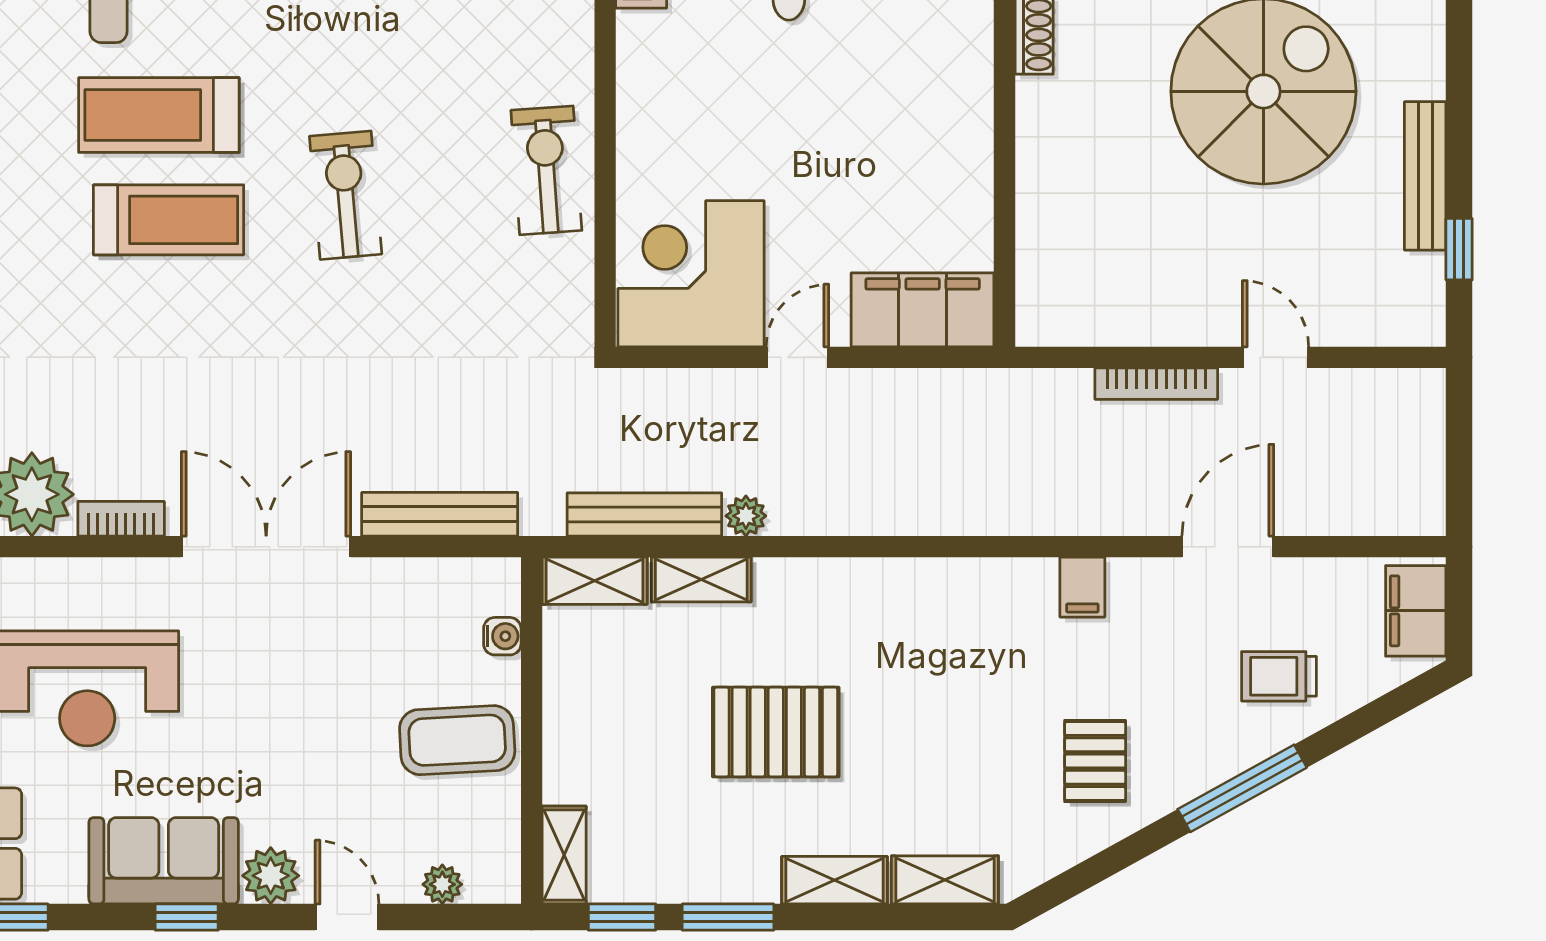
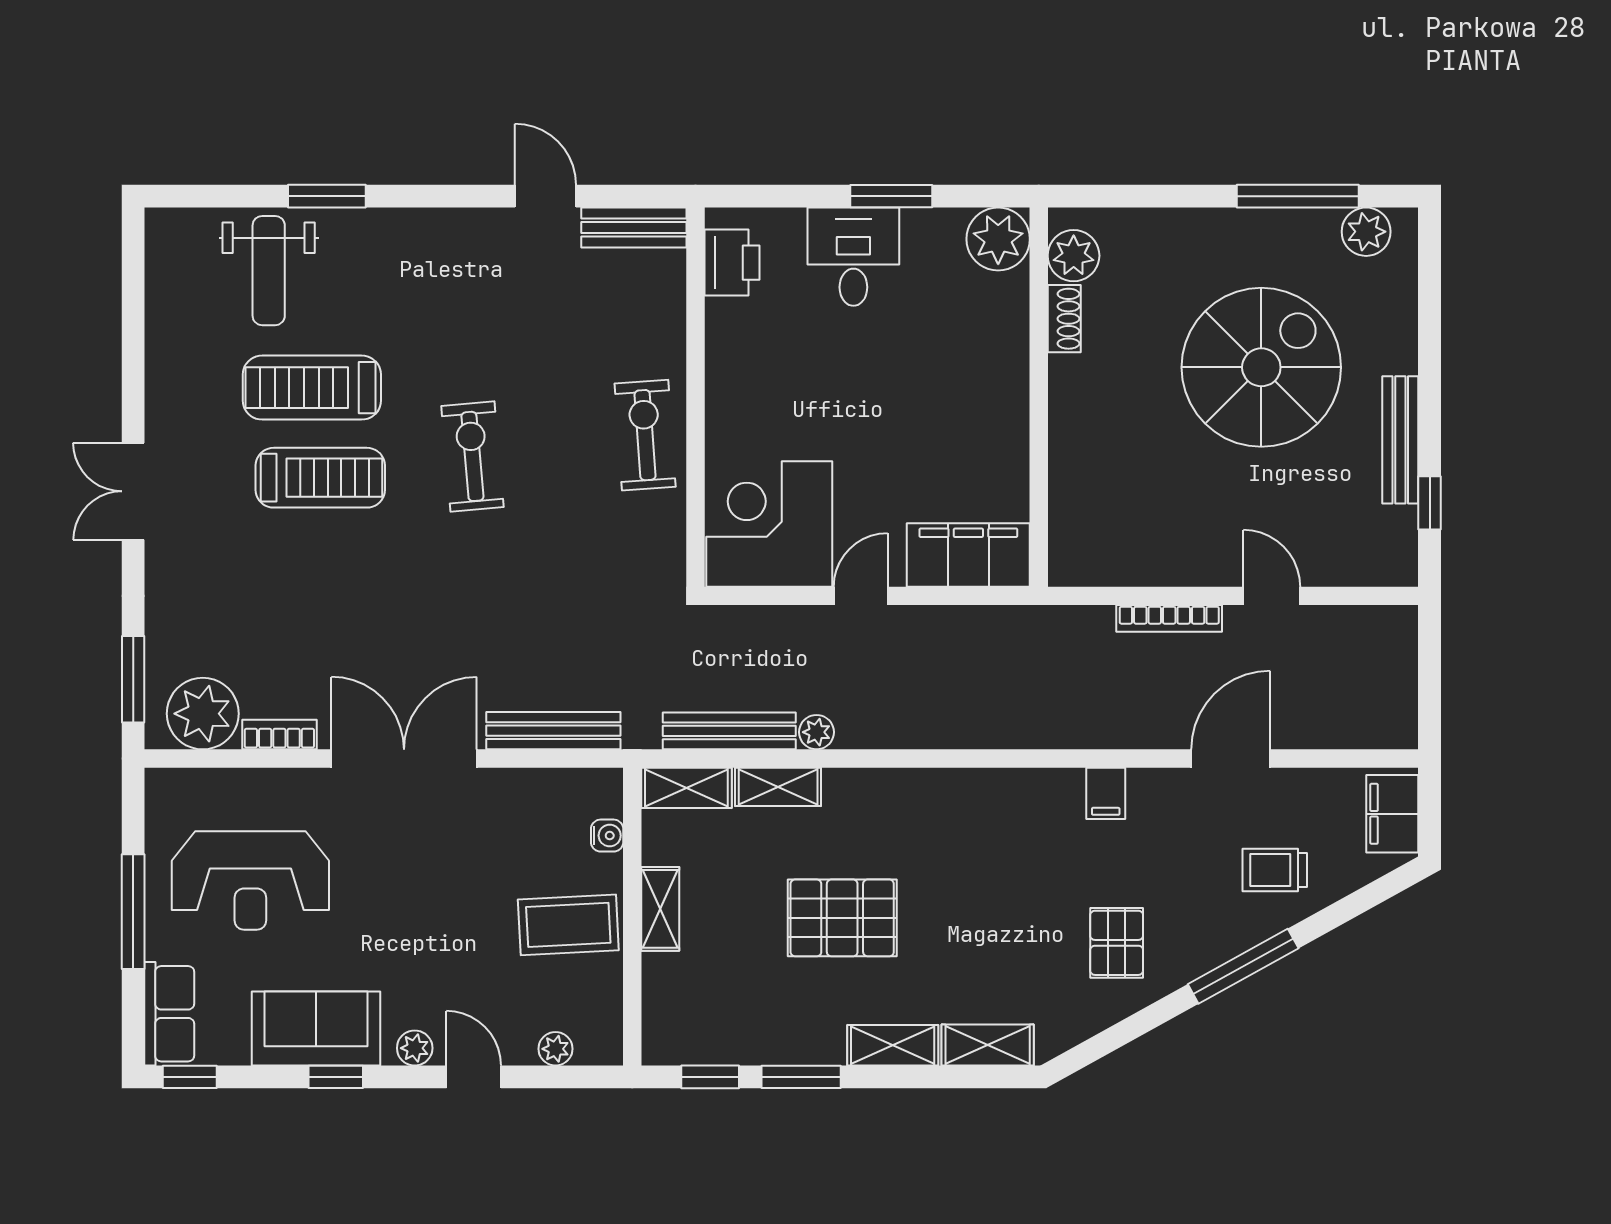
shelving: (564, 855) -> (660, 909), moved
plant: (271, 876) -> (415, 1048), width x0.73, depth x0.73

